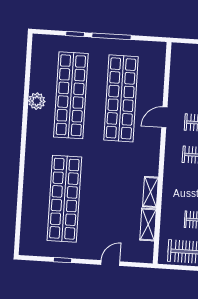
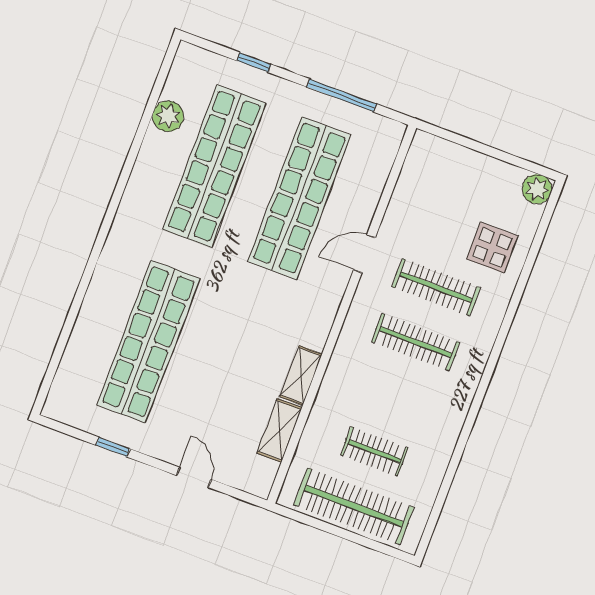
window: (112, 36) -> (342, 95), moved
plant: (37, 101) -> (168, 116), moved
door: (110, 263) -> (194, 477), hinge flipped

